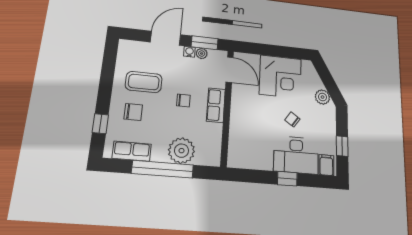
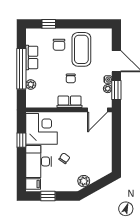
corner desk: (280, 77) -> (41, 129), moved, turned 180
coffee table: (144, 82) -> (81, 49), width x1.36, depth x1.32
row of seats: (132, 151) -> (32, 57), moved
plant: (182, 151) -> (31, 84), width x0.53, depth x0.53
window: (287, 179) -> (21, 140), moved

